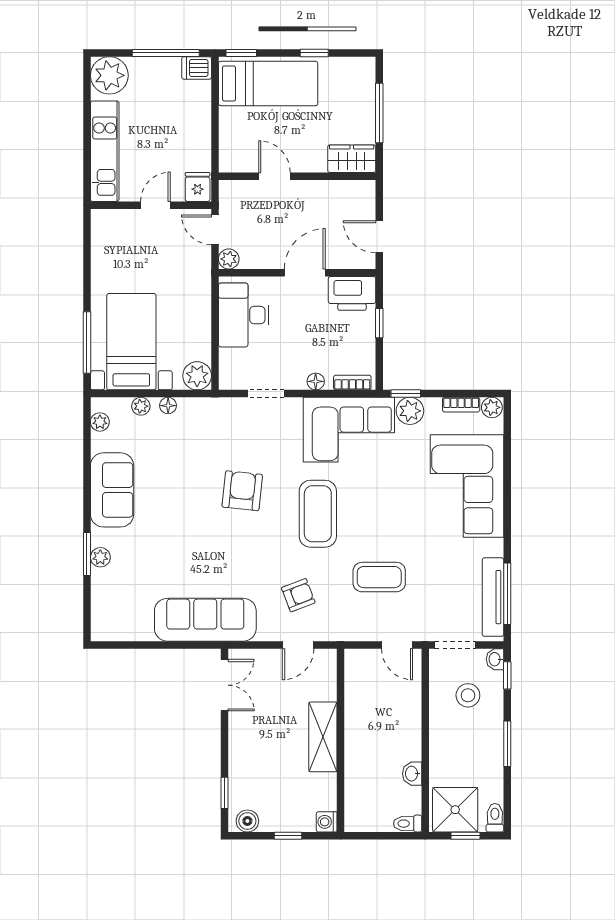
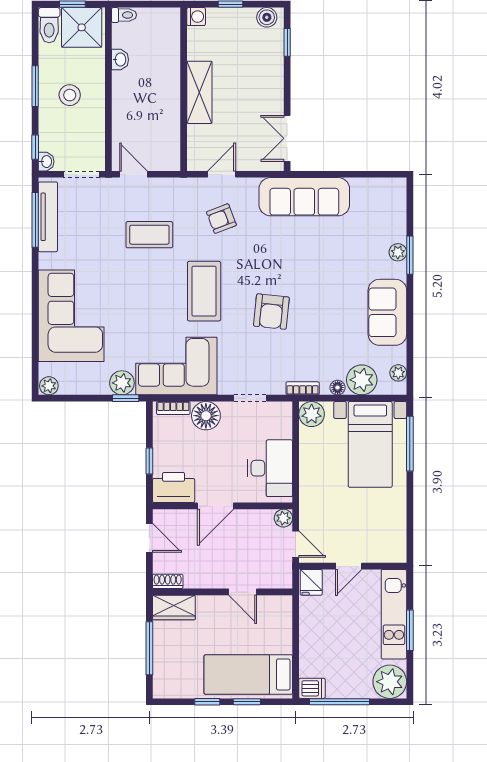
window: (241, 53) -> (247, 702), moved
window: (87, 133) -> (410, 630), added
shoe rack: (359, 188) -> (168, 581), added
floor lamp: (316, 381) -> (206, 416), width x1.89, depth x1.89
bookcase: (461, 405) -> (303, 388), moved
plant: (141, 406) -> (362, 380), width x1.87, depth x1.87
stool: (468, 695) -> (70, 95), moved
toilet: (495, 818) -> (49, 25), width x1.37, depth x1.39

